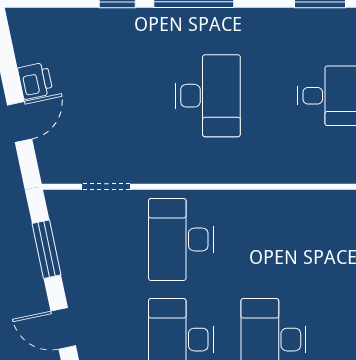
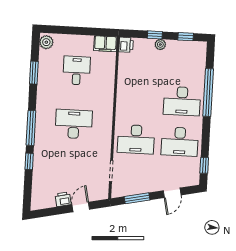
door: (20, 122) -> (81, 207), hinge flipped

